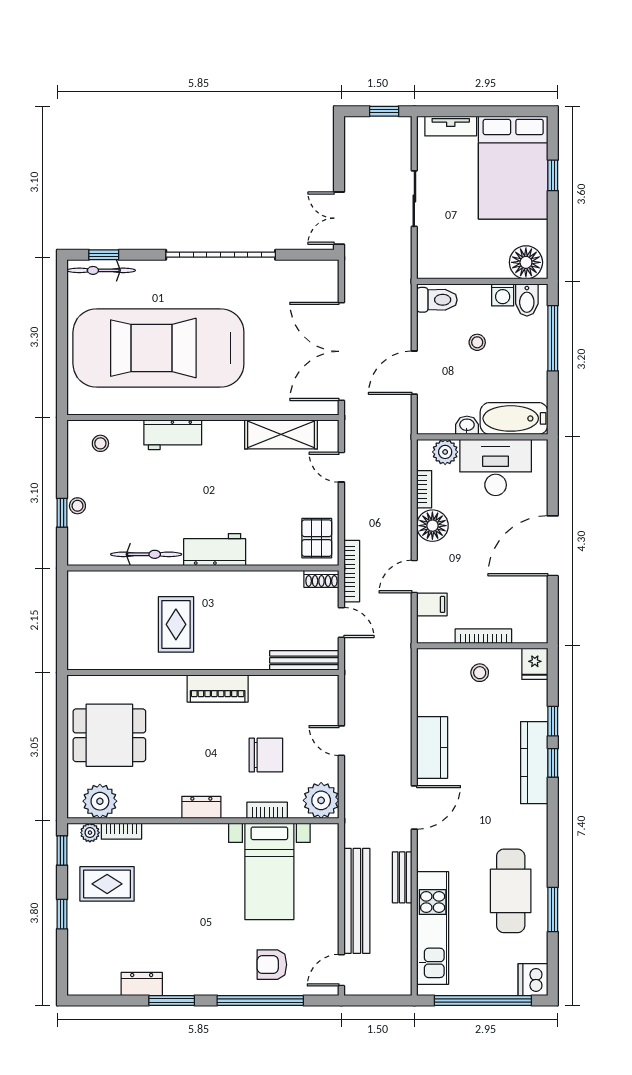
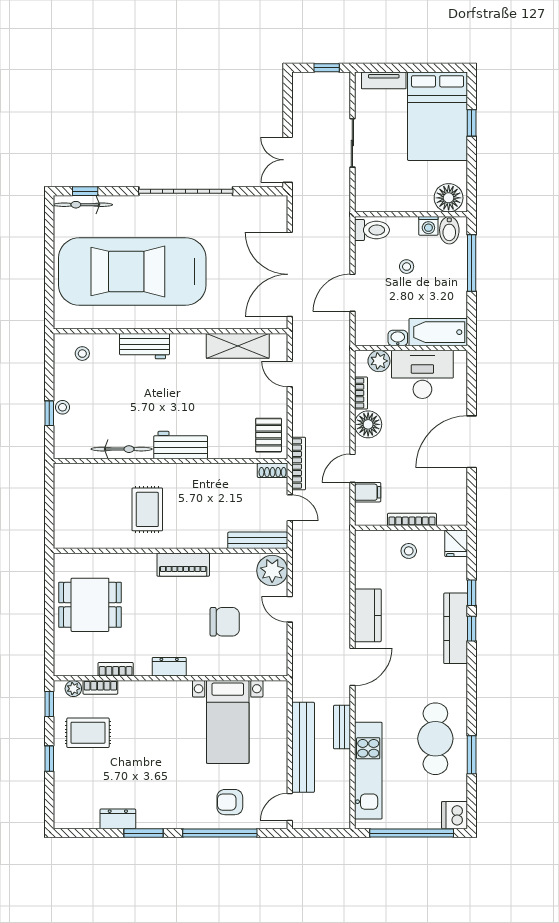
plant: (321, 800) -> (272, 571), moved
plant: (100, 801) -> (82, 662), removed
bookcase: (267, 810) -> (116, 669), moved

